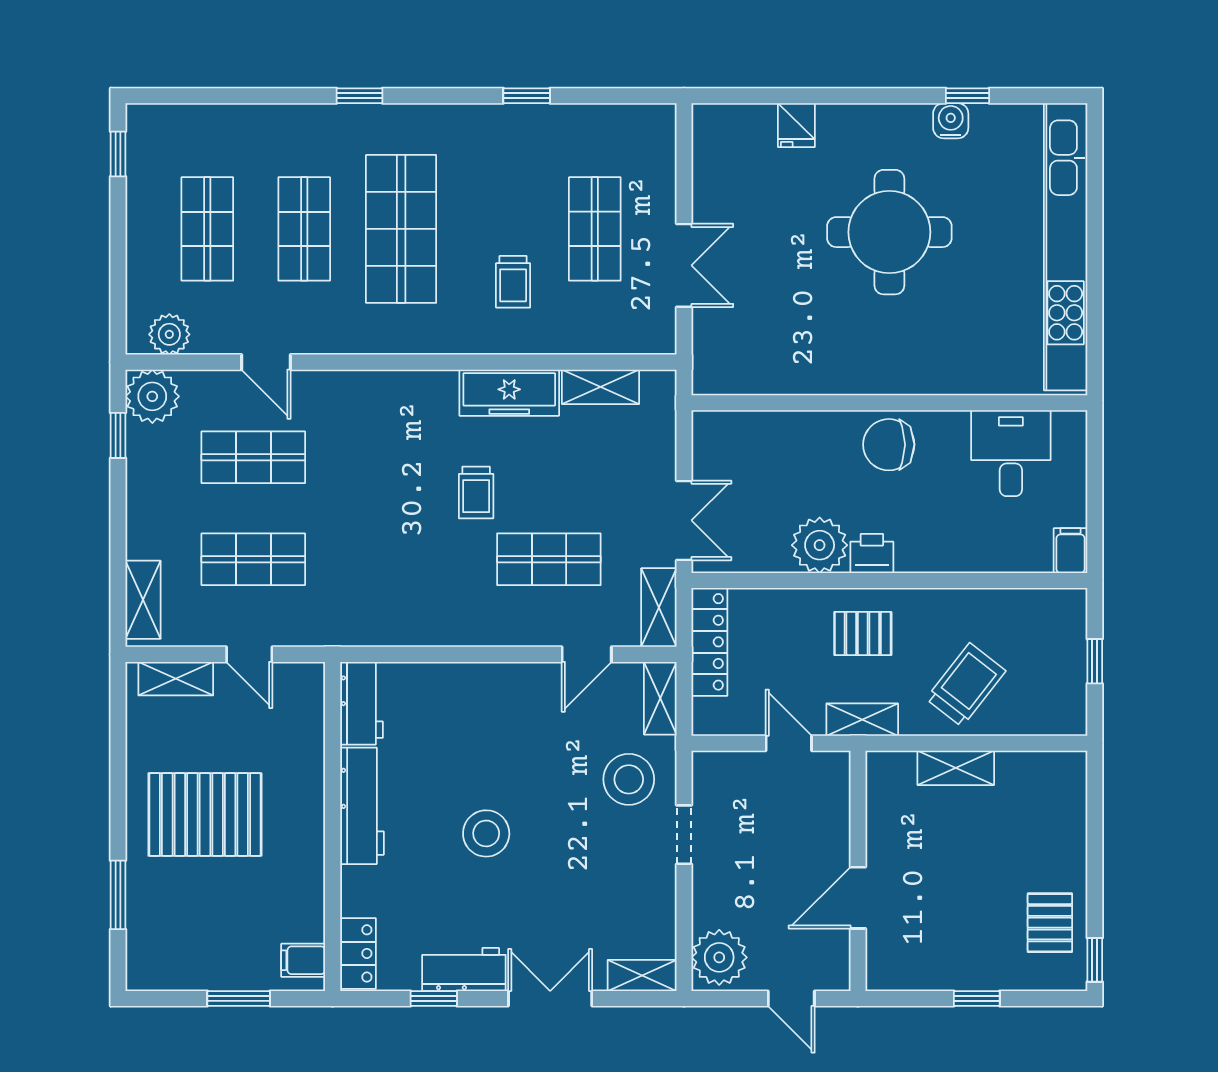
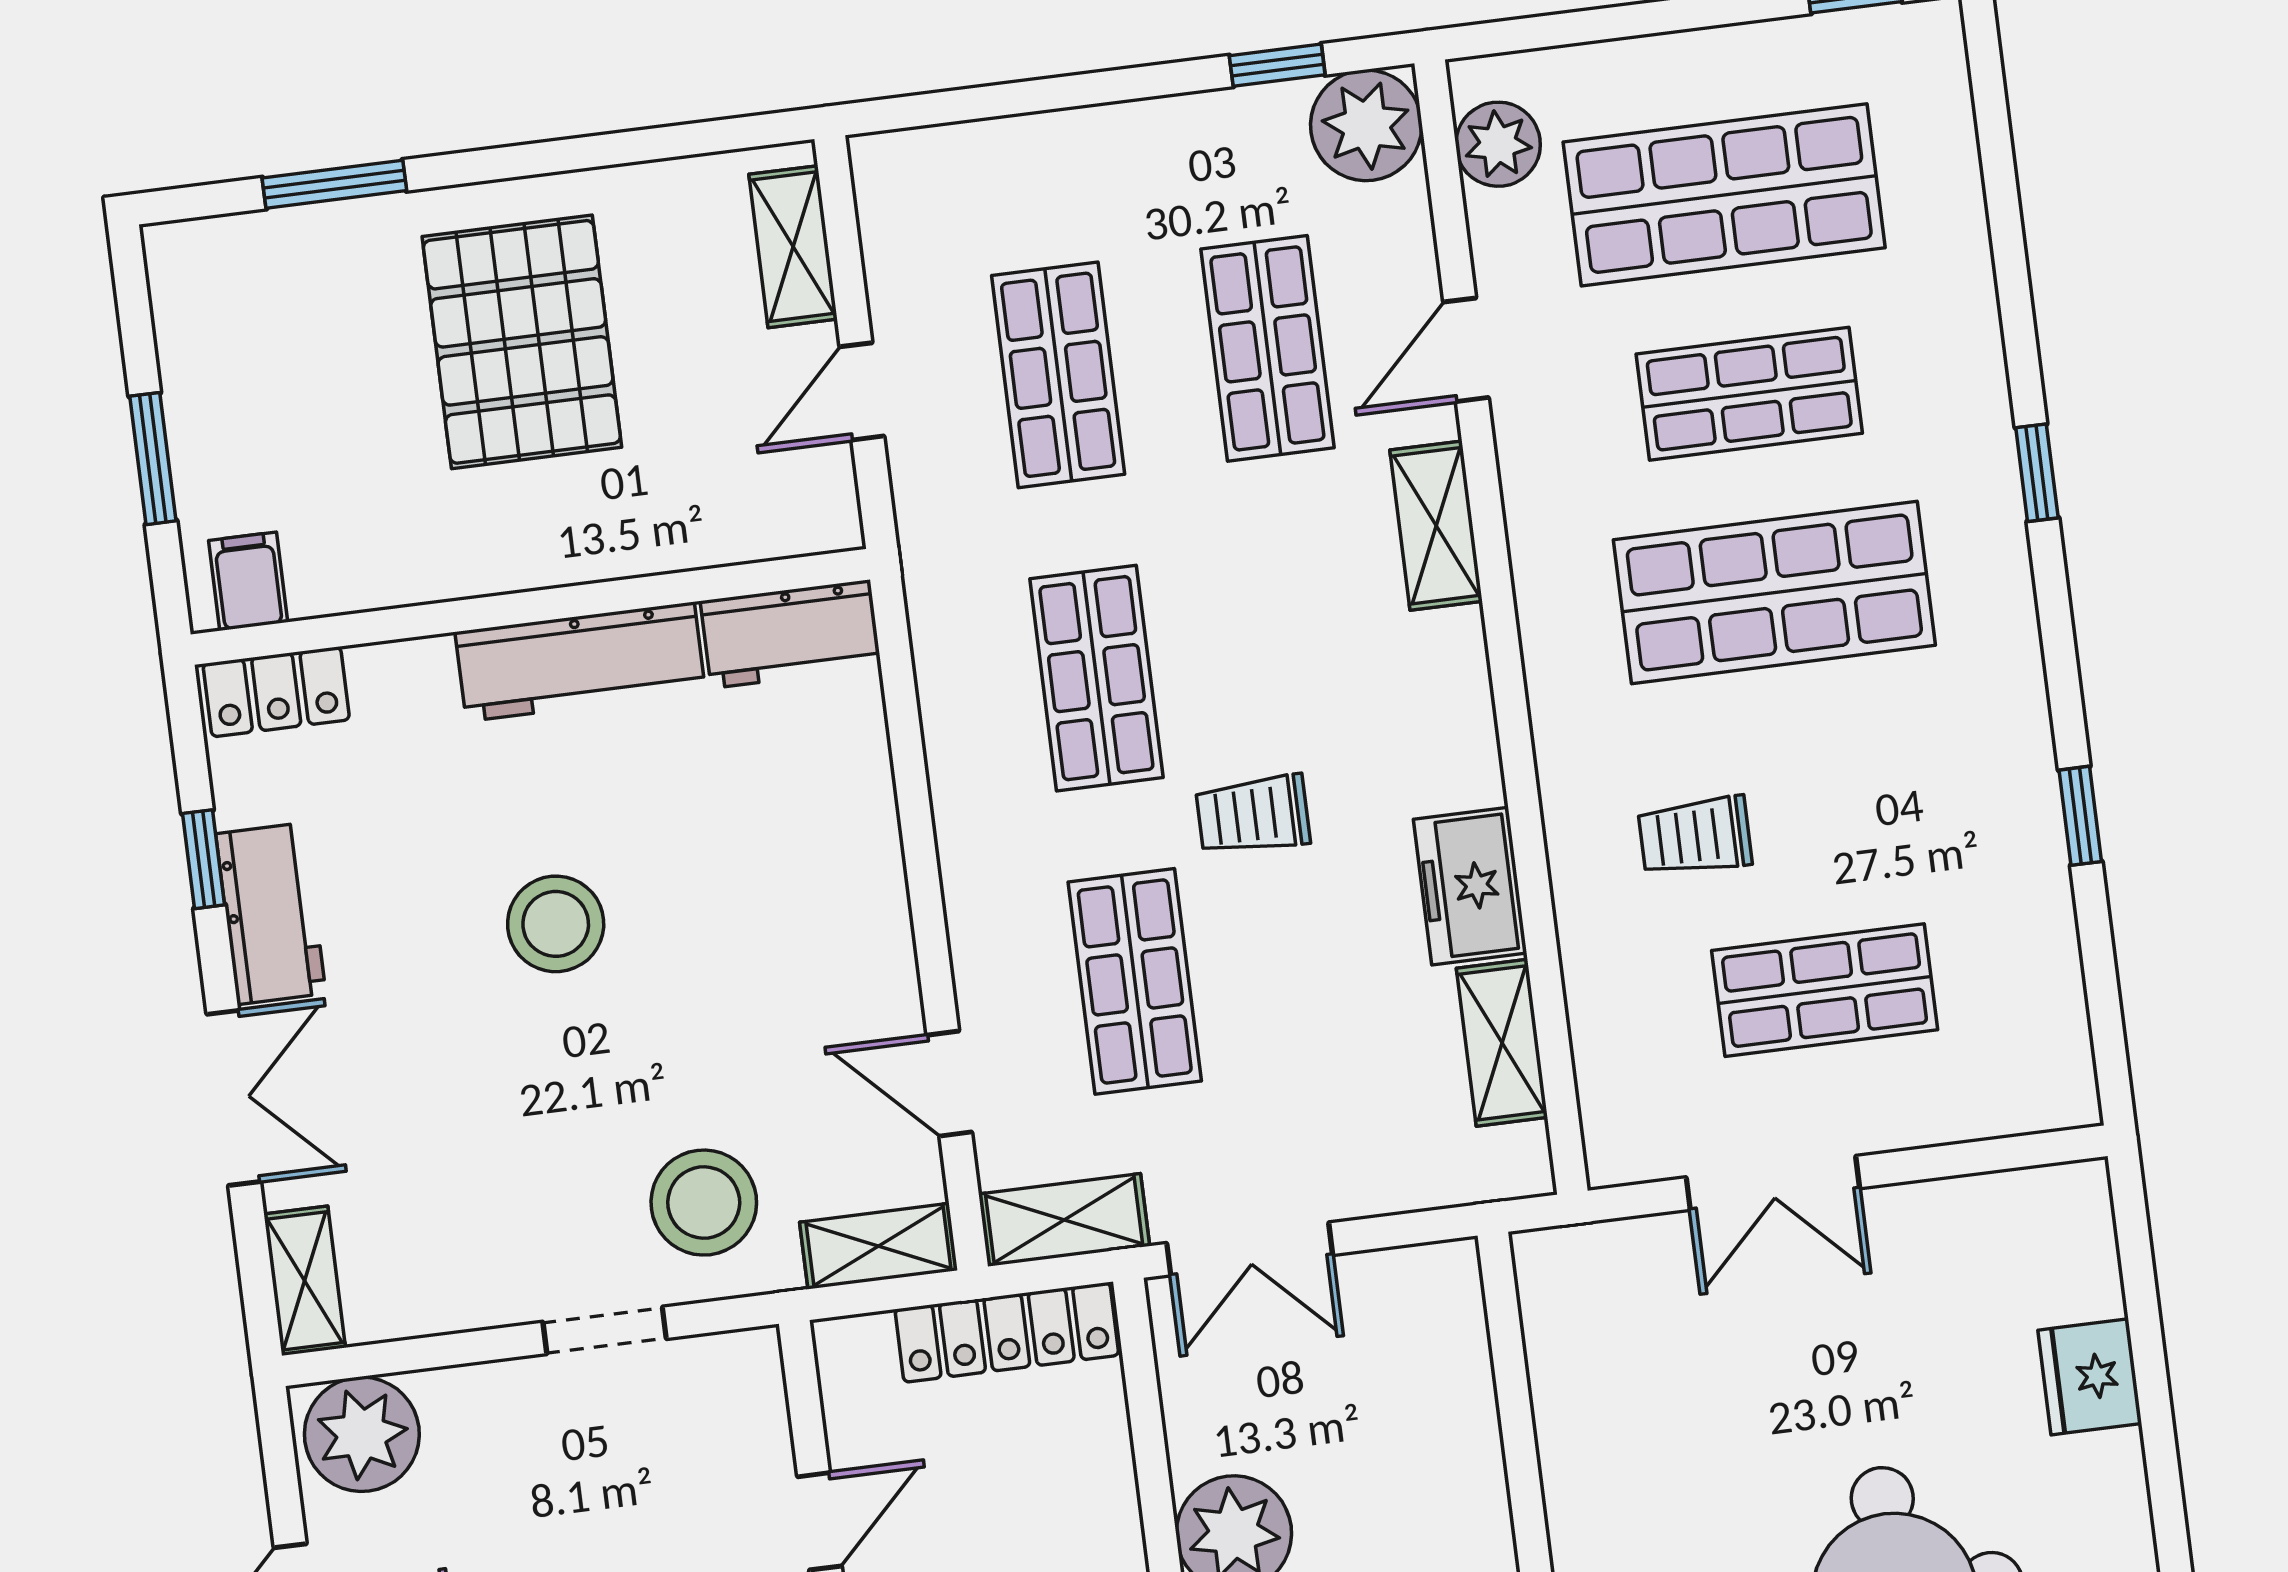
fridge: (796, 125) -> (2090, 1377), width x1.38
shop shelf: (207, 229) -> (1724, 195), width x1.43, depth x1.36
freezer: (509, 393) -> (1470, 886), width x0.71
shop shelf: (401, 559) -> (1096, 678), added
shelving: (143, 600) -> (1436, 526), moved, turned 90

